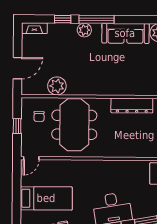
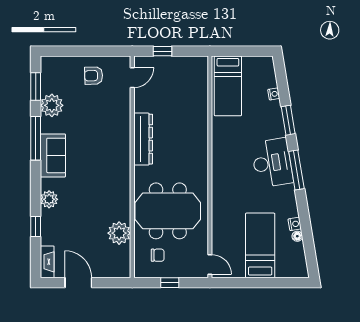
window: (96, 19) -> (36, 138), moved
sofa: (125, 33) -> (53, 155), width x0.73
door: (17, 68) -> (78, 283), moved

